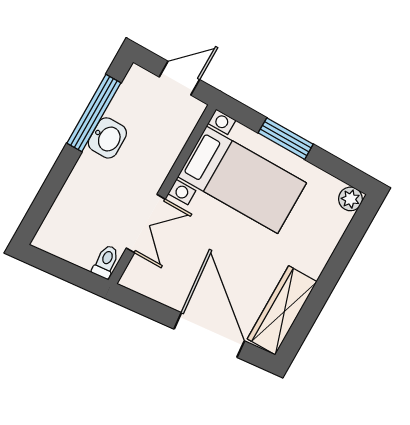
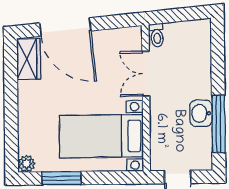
window: (286, 139) -> (62, 178), moved
wardrobe: (282, 310) -> (29, 59), width x0.67

